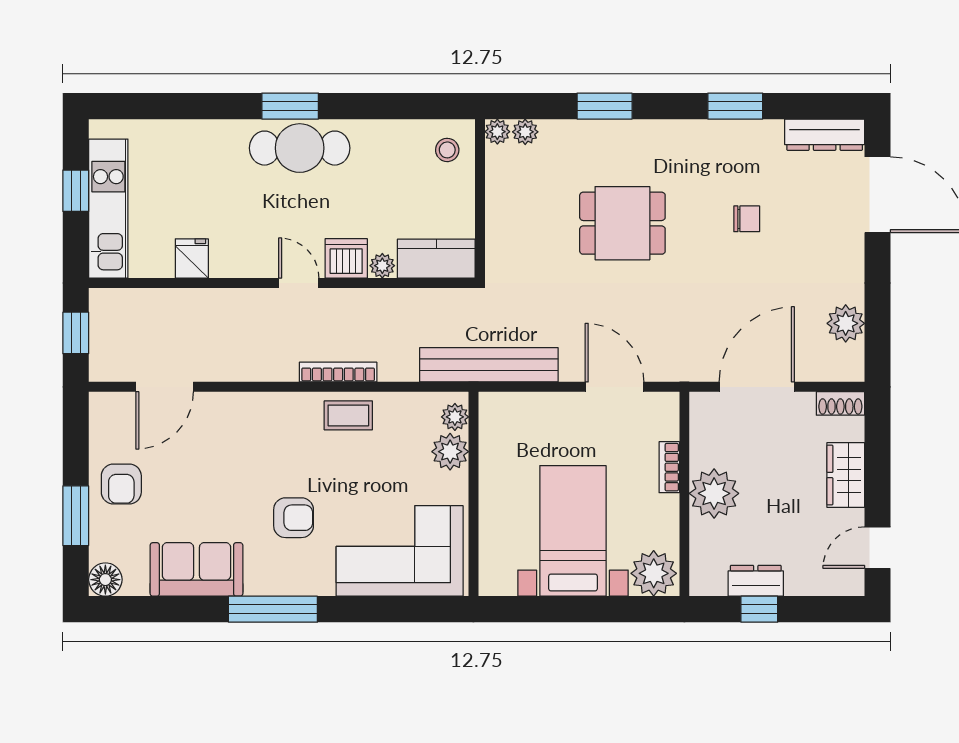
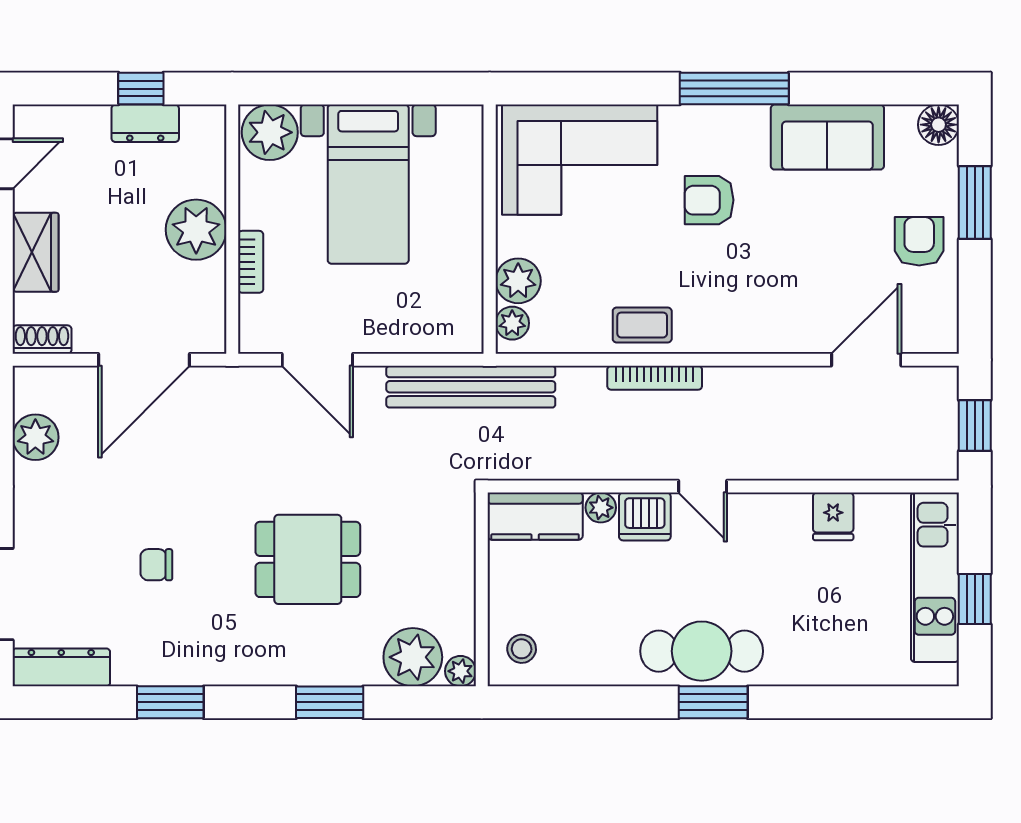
plant: (525, 132) -> (413, 657), width x1.88, depth x1.88

